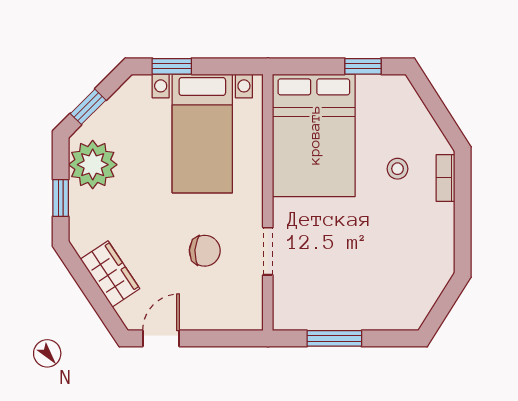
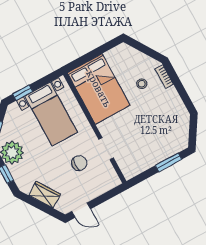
window: (363, 66) -> (103, 48), removed
door: (161, 338) -> (81, 210), swing flipped
window: (334, 338) -> (169, 162), moved

